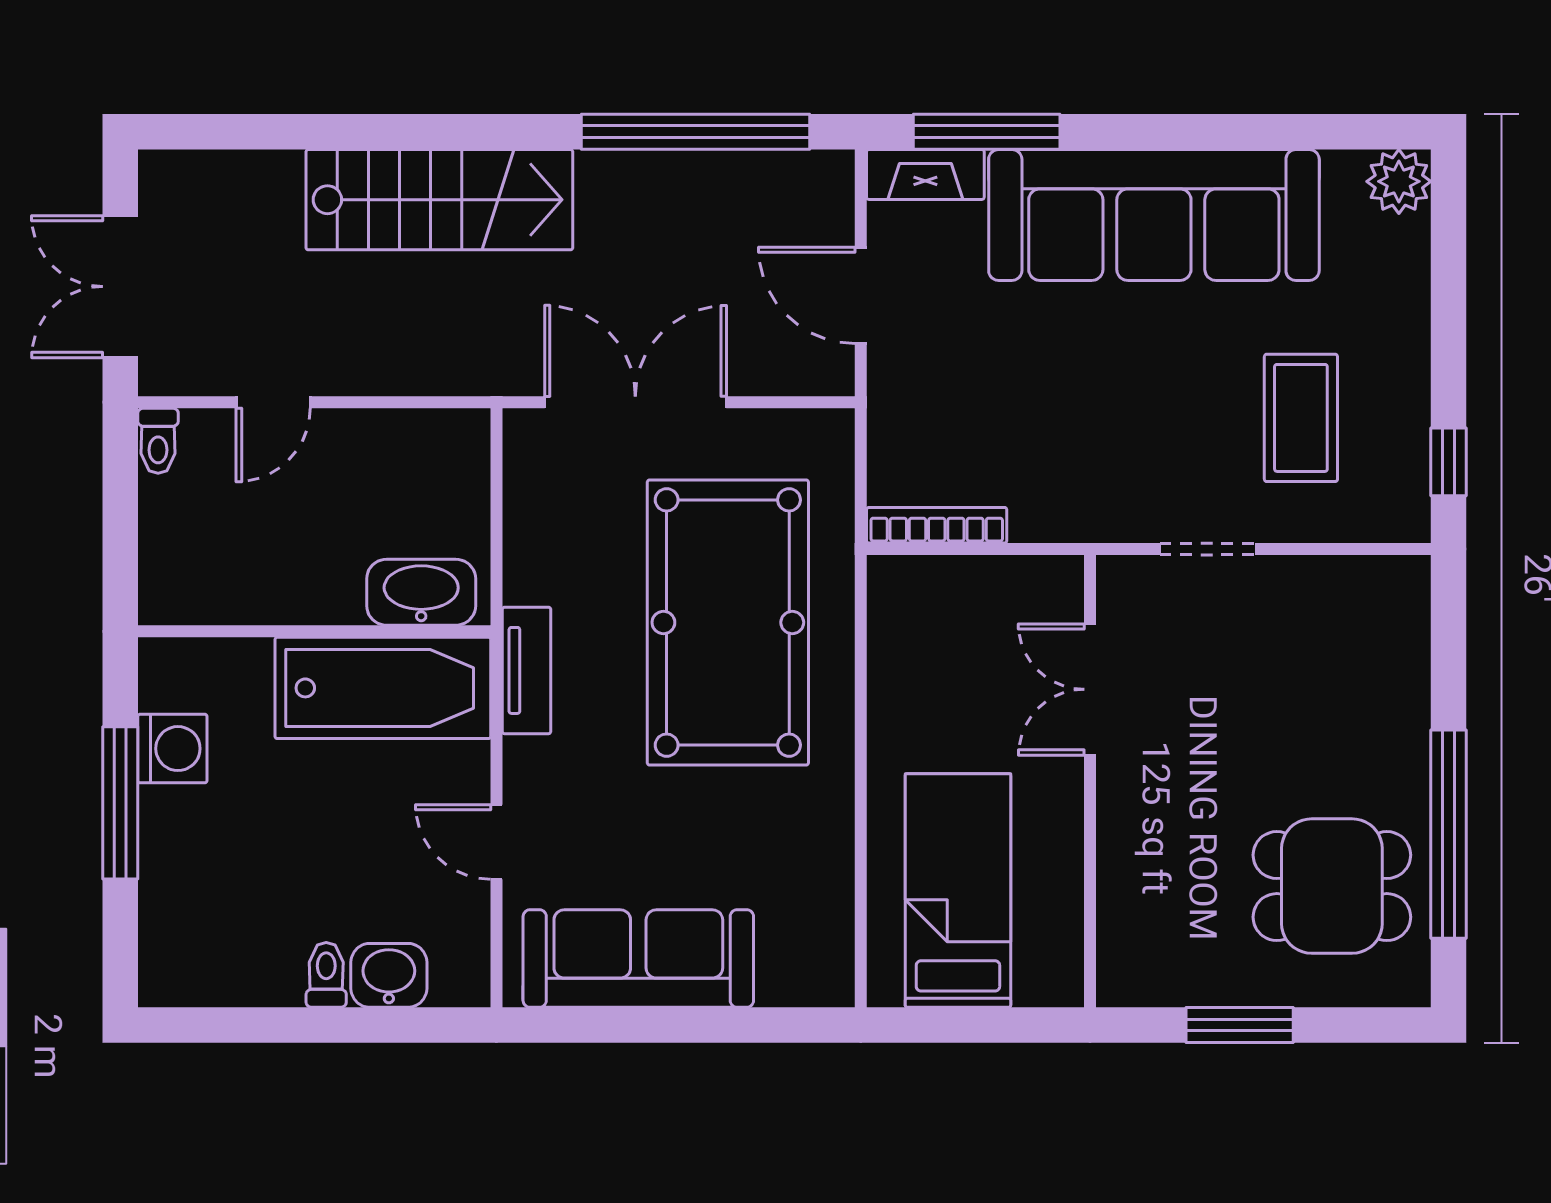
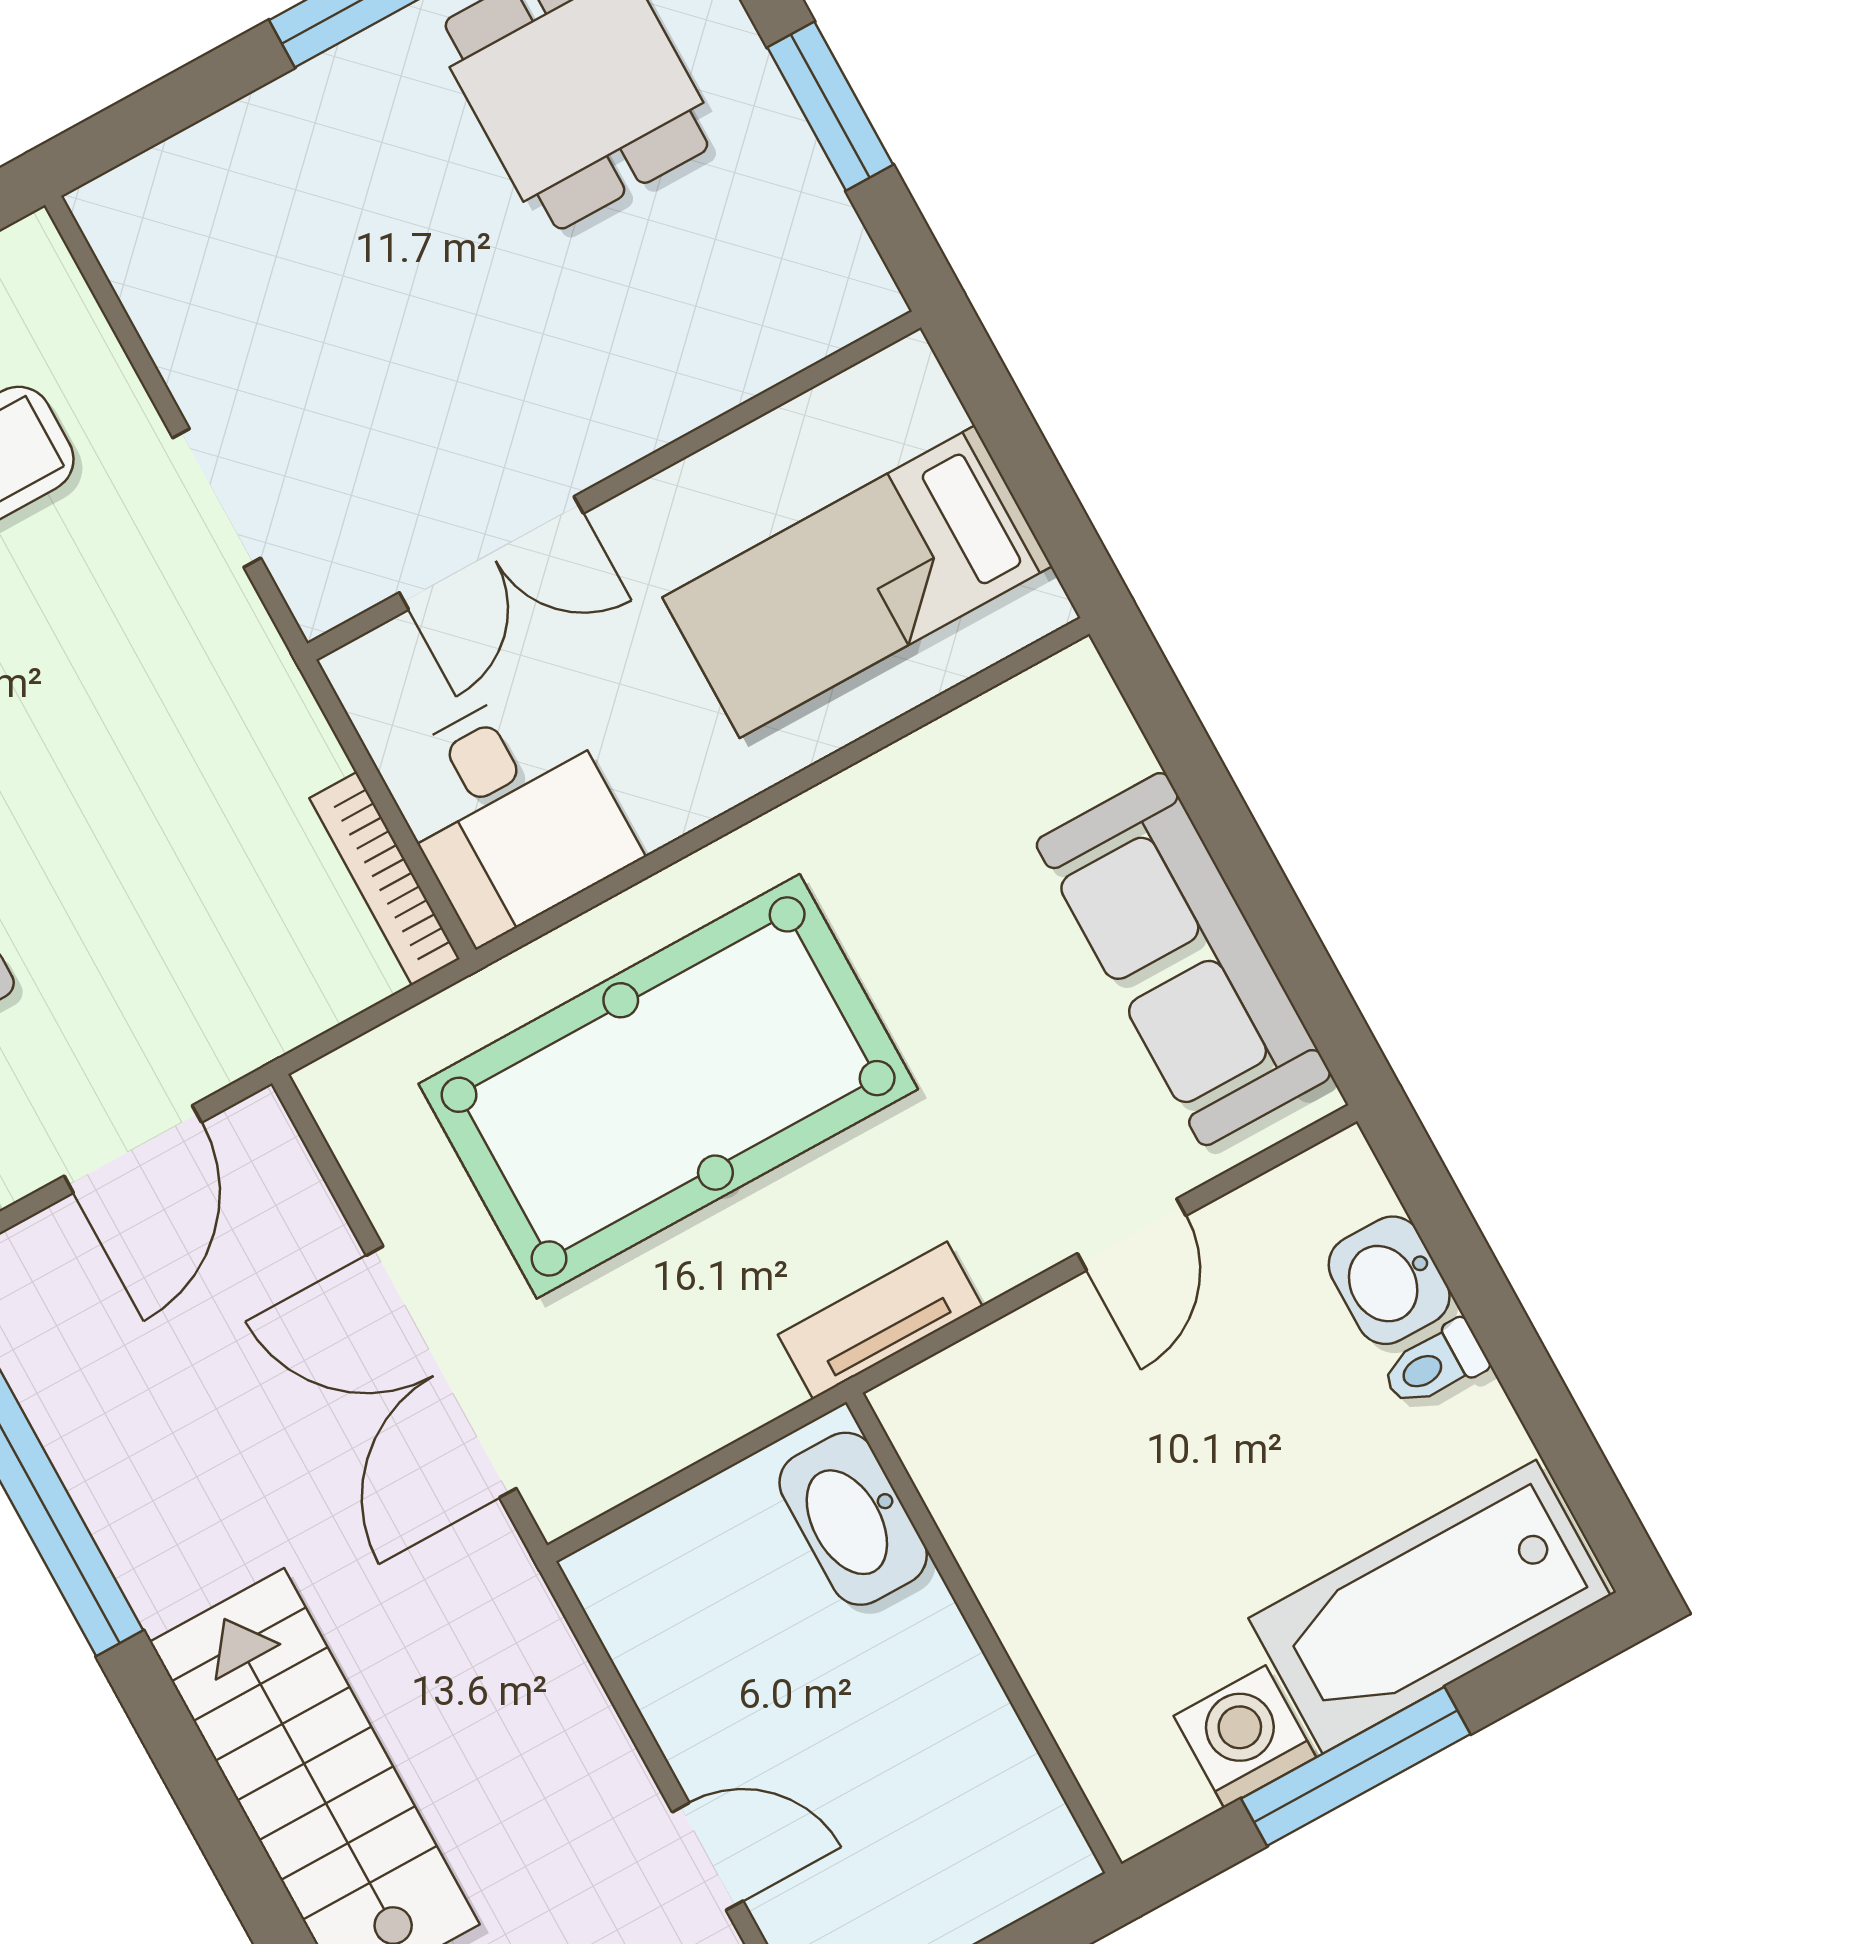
desk: (935, 619) -> (510, 812), added
bathtub: (383, 688) -> (1429, 1607), moved, turned -90

